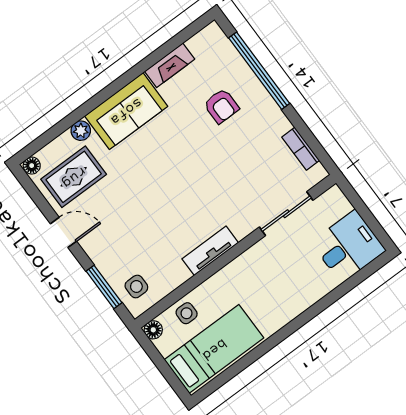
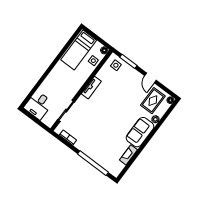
armchair: (221, 106) -> (104, 145), removed
door: (64, 232) -> (150, 78), hinge flipped

